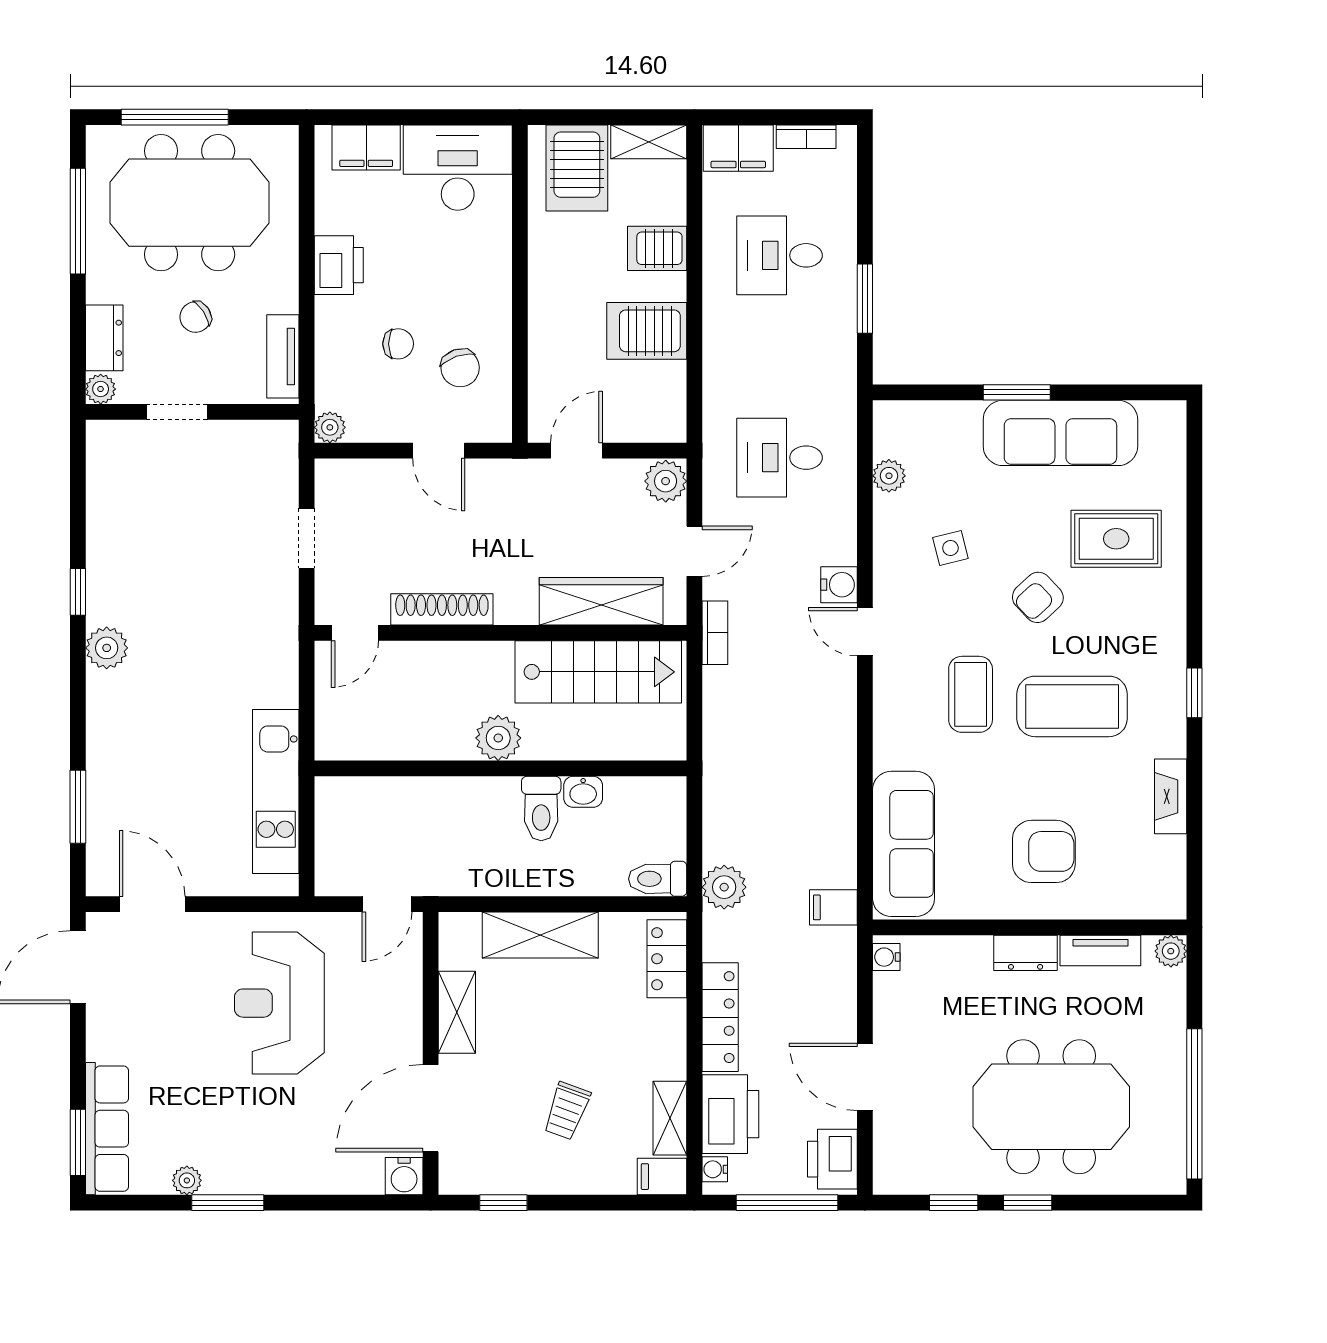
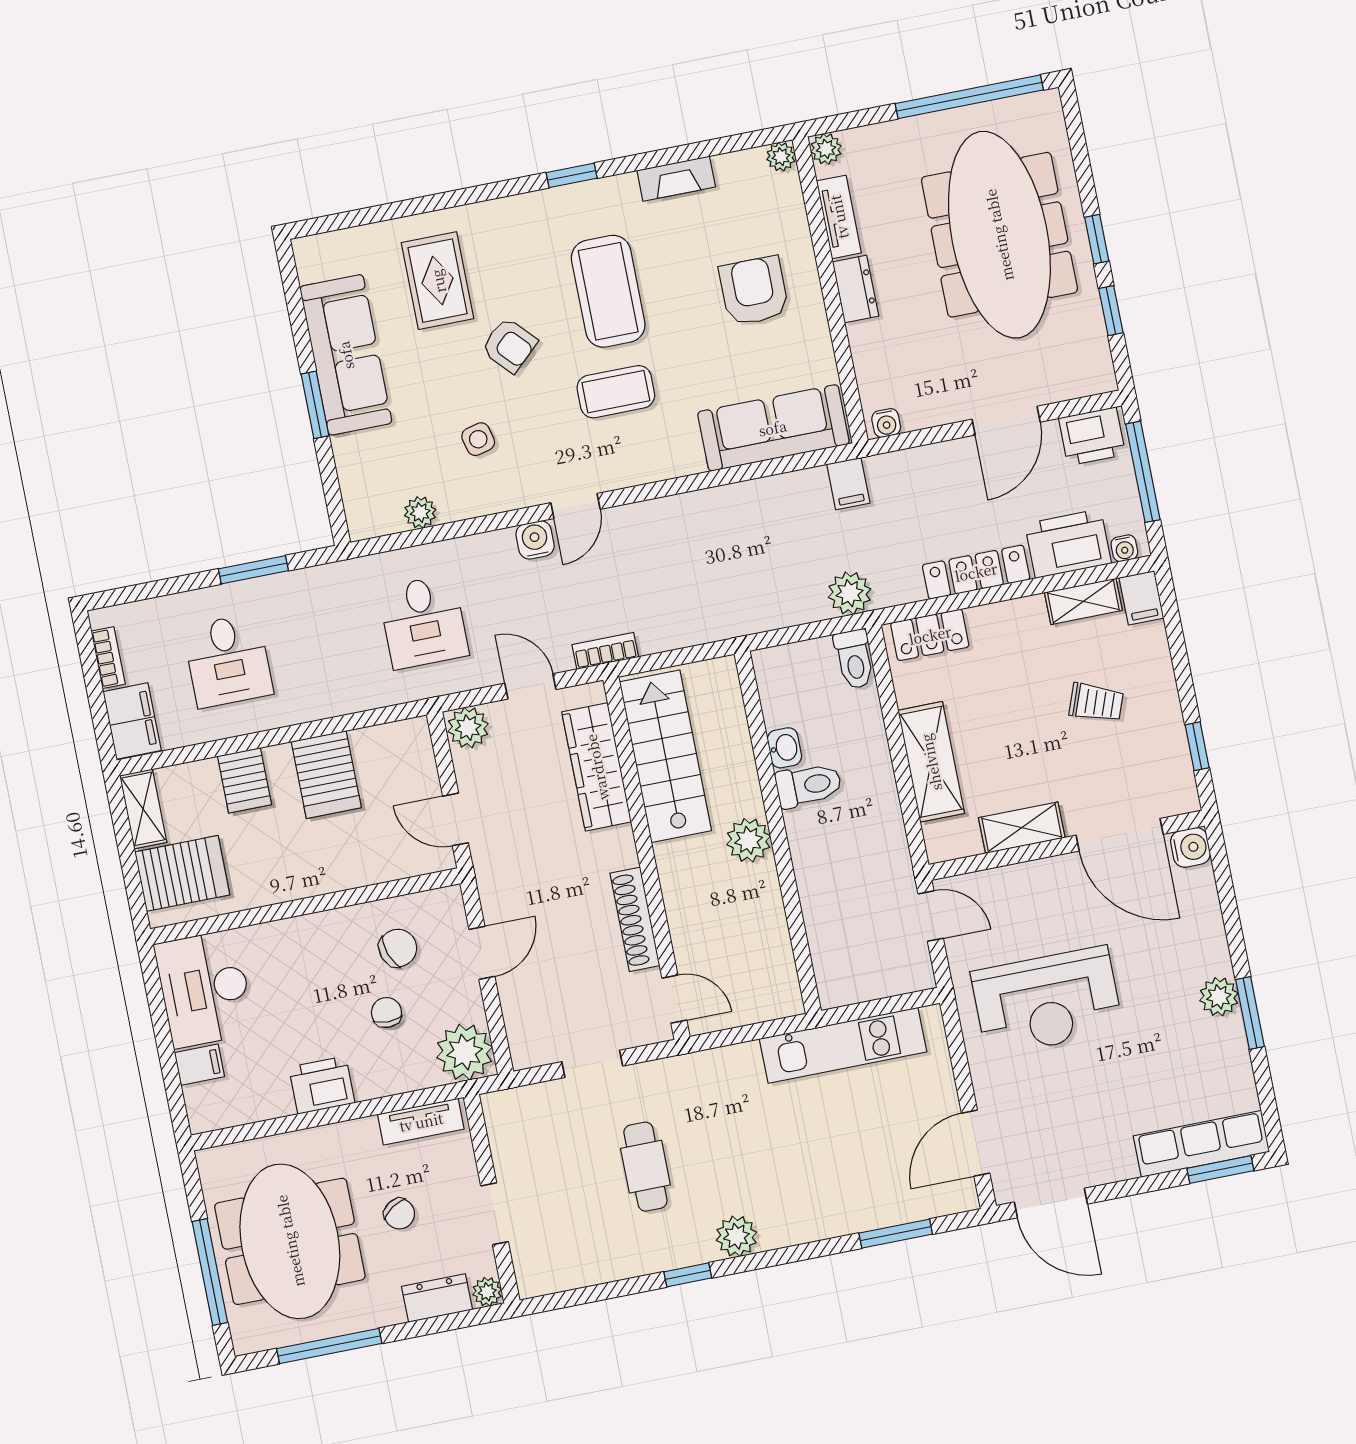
filing cabinet: (366, 147) -> (199, 1065), width x0.50
plant: (330, 427) -> (465, 1052), width x1.88, depth x1.88
cafe table: (194, 571) -> (645, 1167), added
plant: (1172, 905) -> (781, 157), added
meeting table: (1051, 1107) -> (999, 235), width x1.36
plant: (187, 1180) -> (1219, 997), moved, width x1.38, depth x1.38

